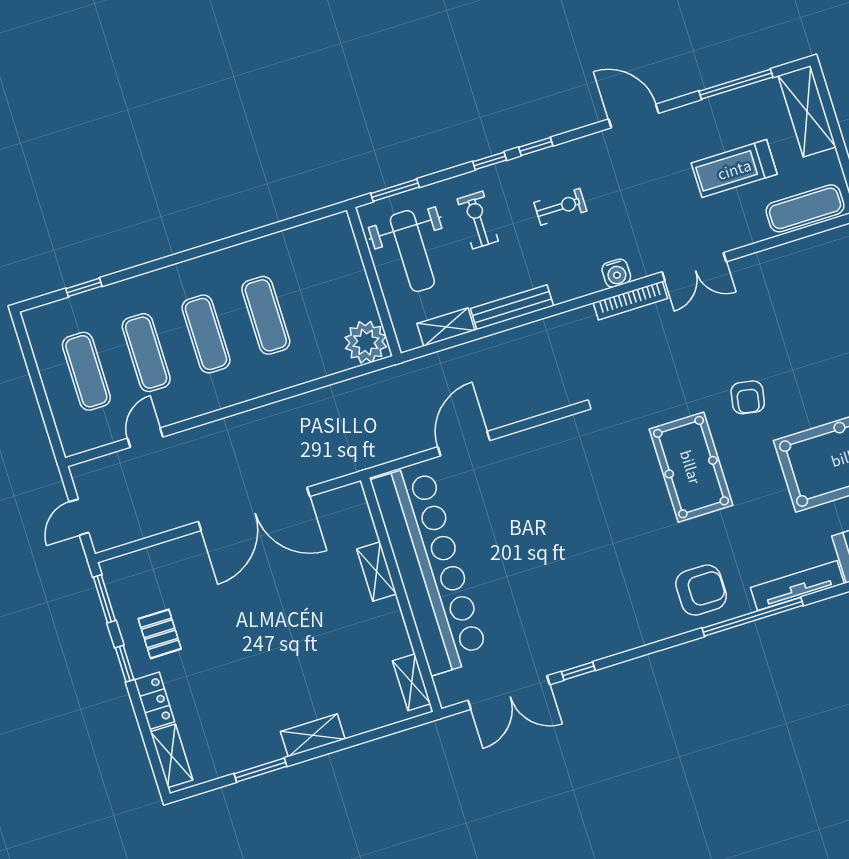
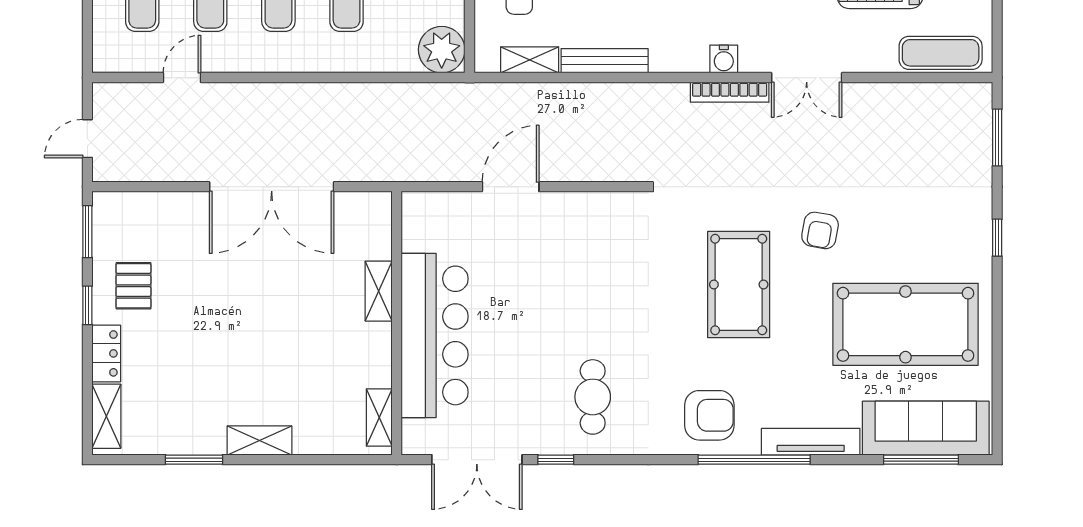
bar counter: (430, 569) -> (435, 335), width x0.73
cafe table: (594, 606) -> (593, 397), added

